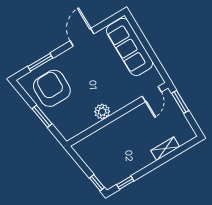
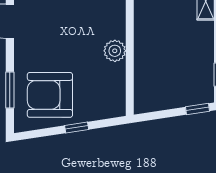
window: (42, 116) -> (77, 127), width x0.67

